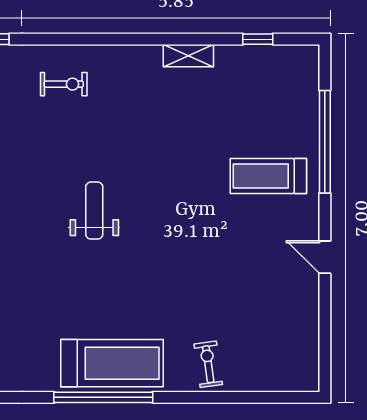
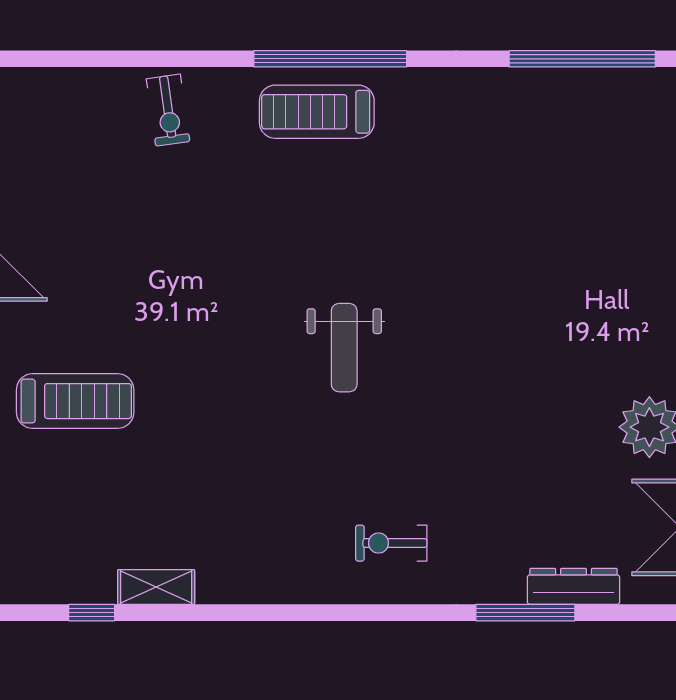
shelving: (188, 56) -> (156, 587), moved
treadmill: (112, 363) -> (317, 112), width x0.73, depth x0.73

